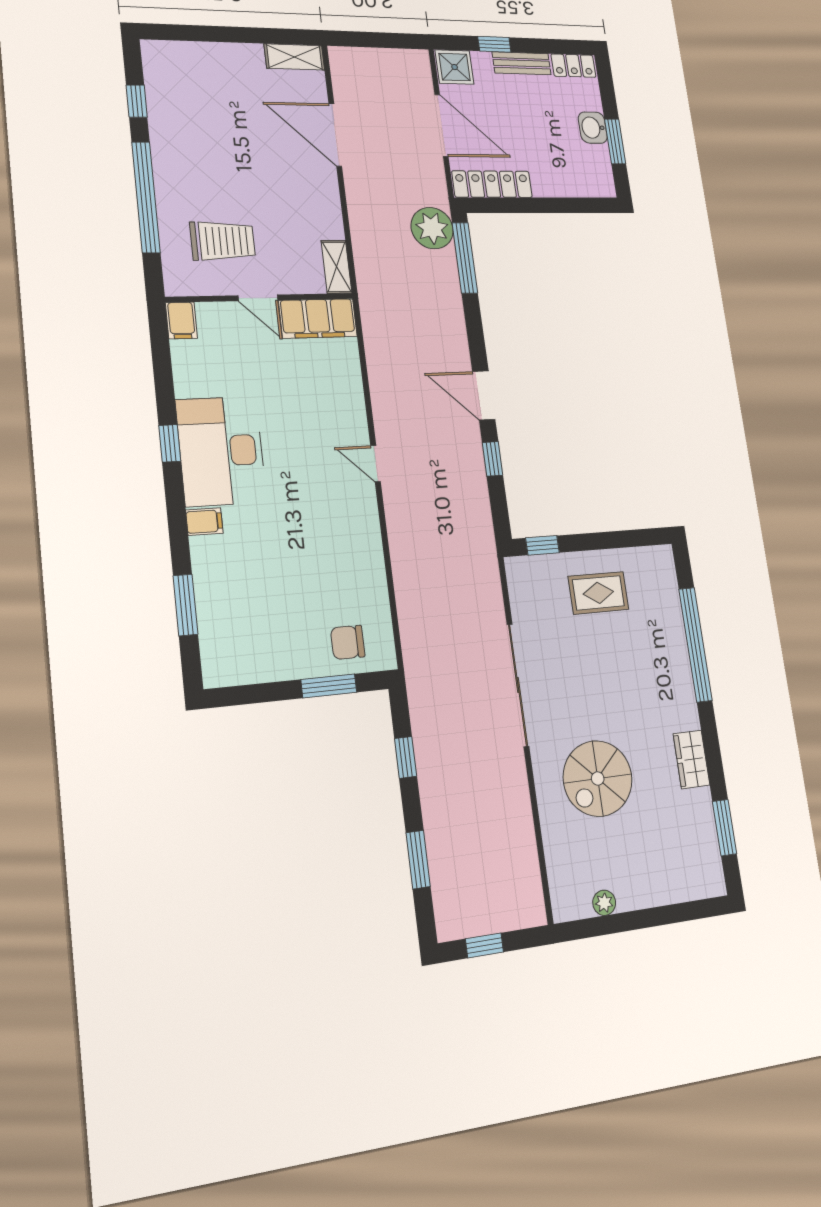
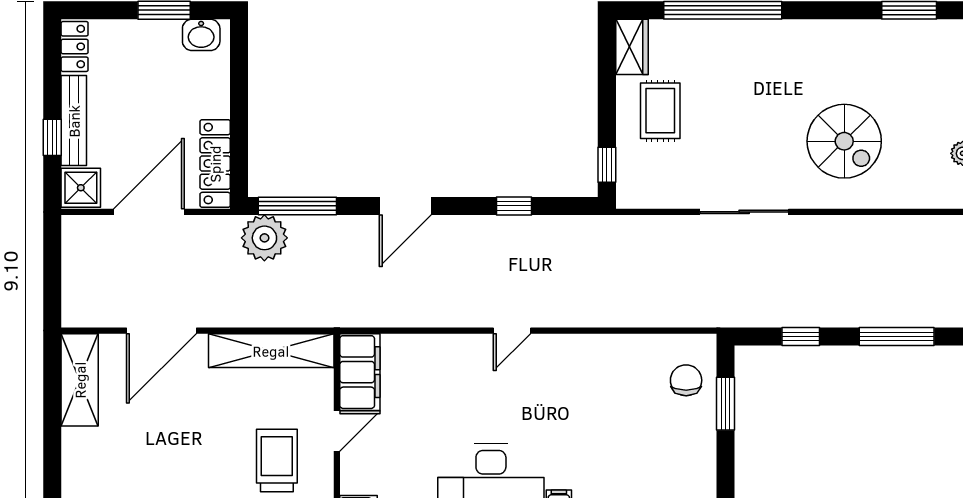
shelving: (294, 57) -> (80, 380), width x1.50, depth x1.33
bench: (522, 63) -> (74, 121), width x1.36
washbasin: (593, 128) -> (201, 35), moved
shelving: (336, 267) -> (271, 351), width x2.20, depth x1.33
door: (484, 395) -> (405, 206), moved
chair: (348, 642) -> (686, 380), turned 180
sliding door: (518, 685) -> (744, 212), width x0.73
wardrobe: (691, 759) -> (632, 47), moved, turned -90
window: (418, 860) -> (897, 336), width x1.44

